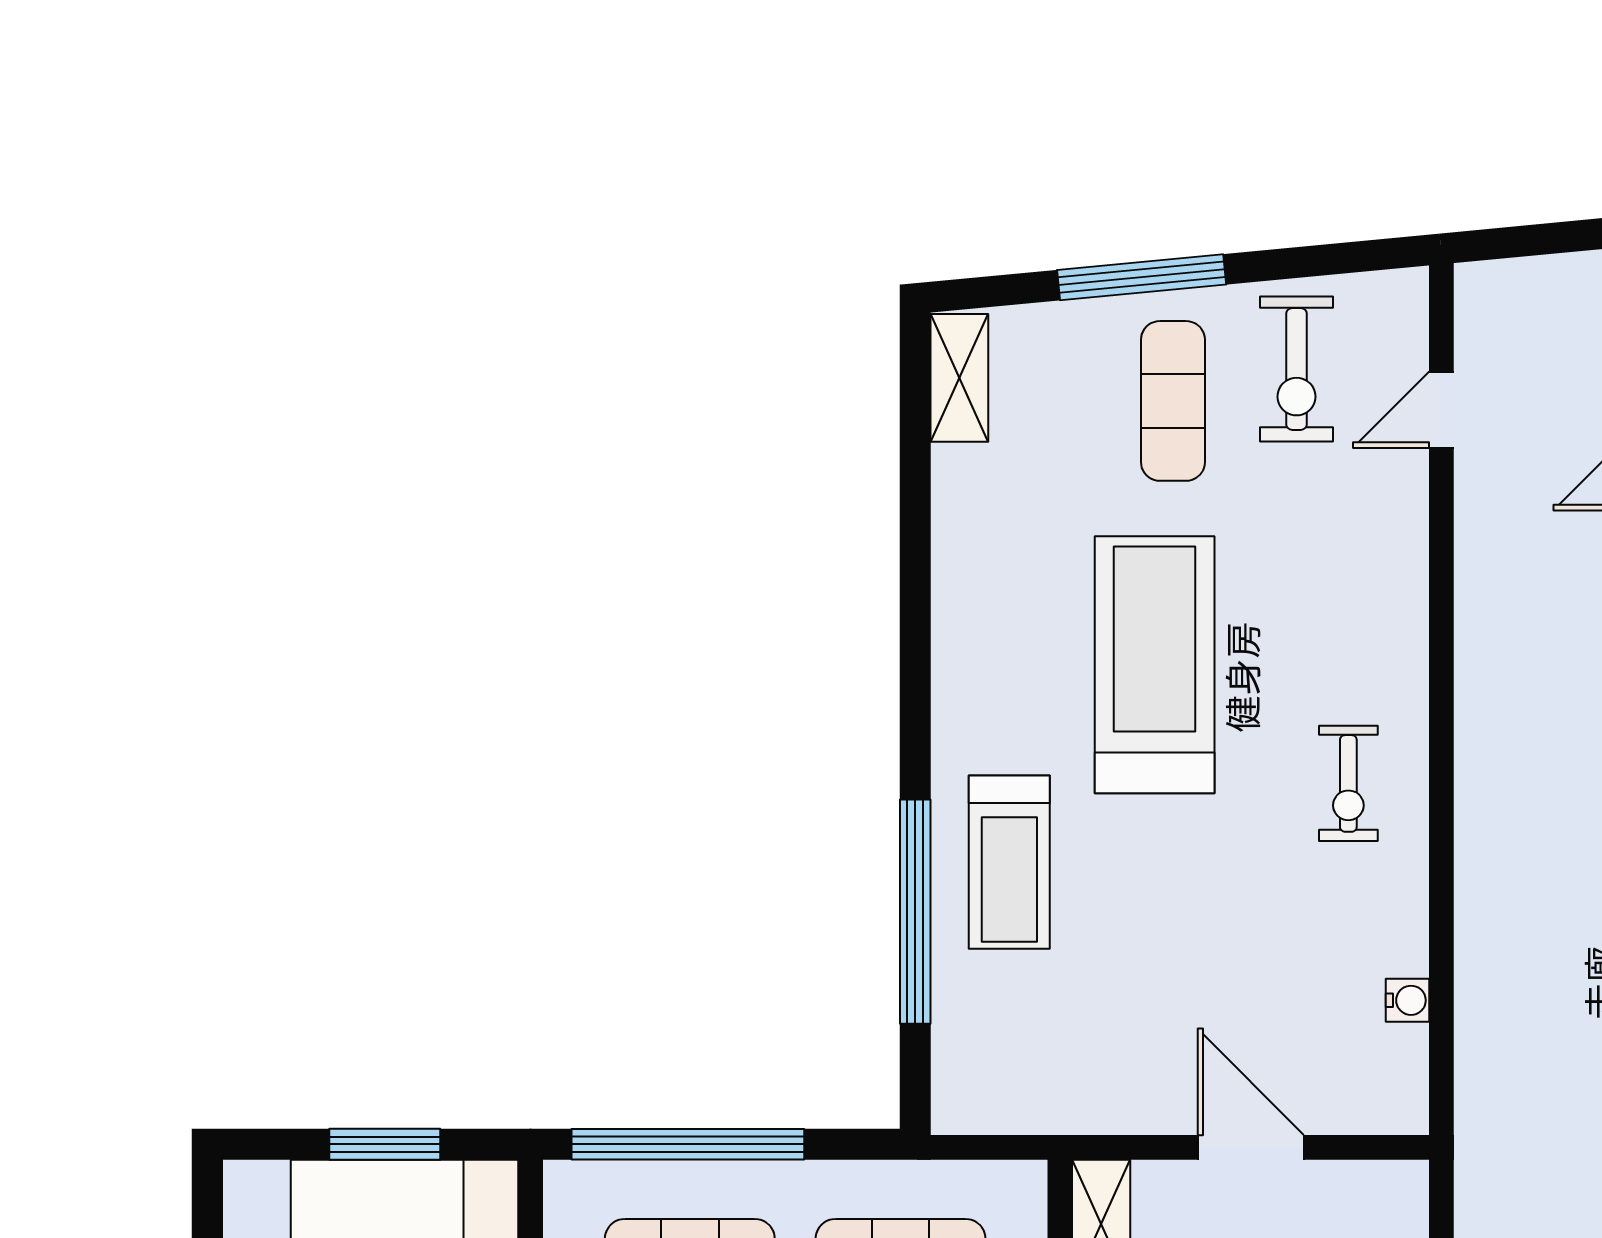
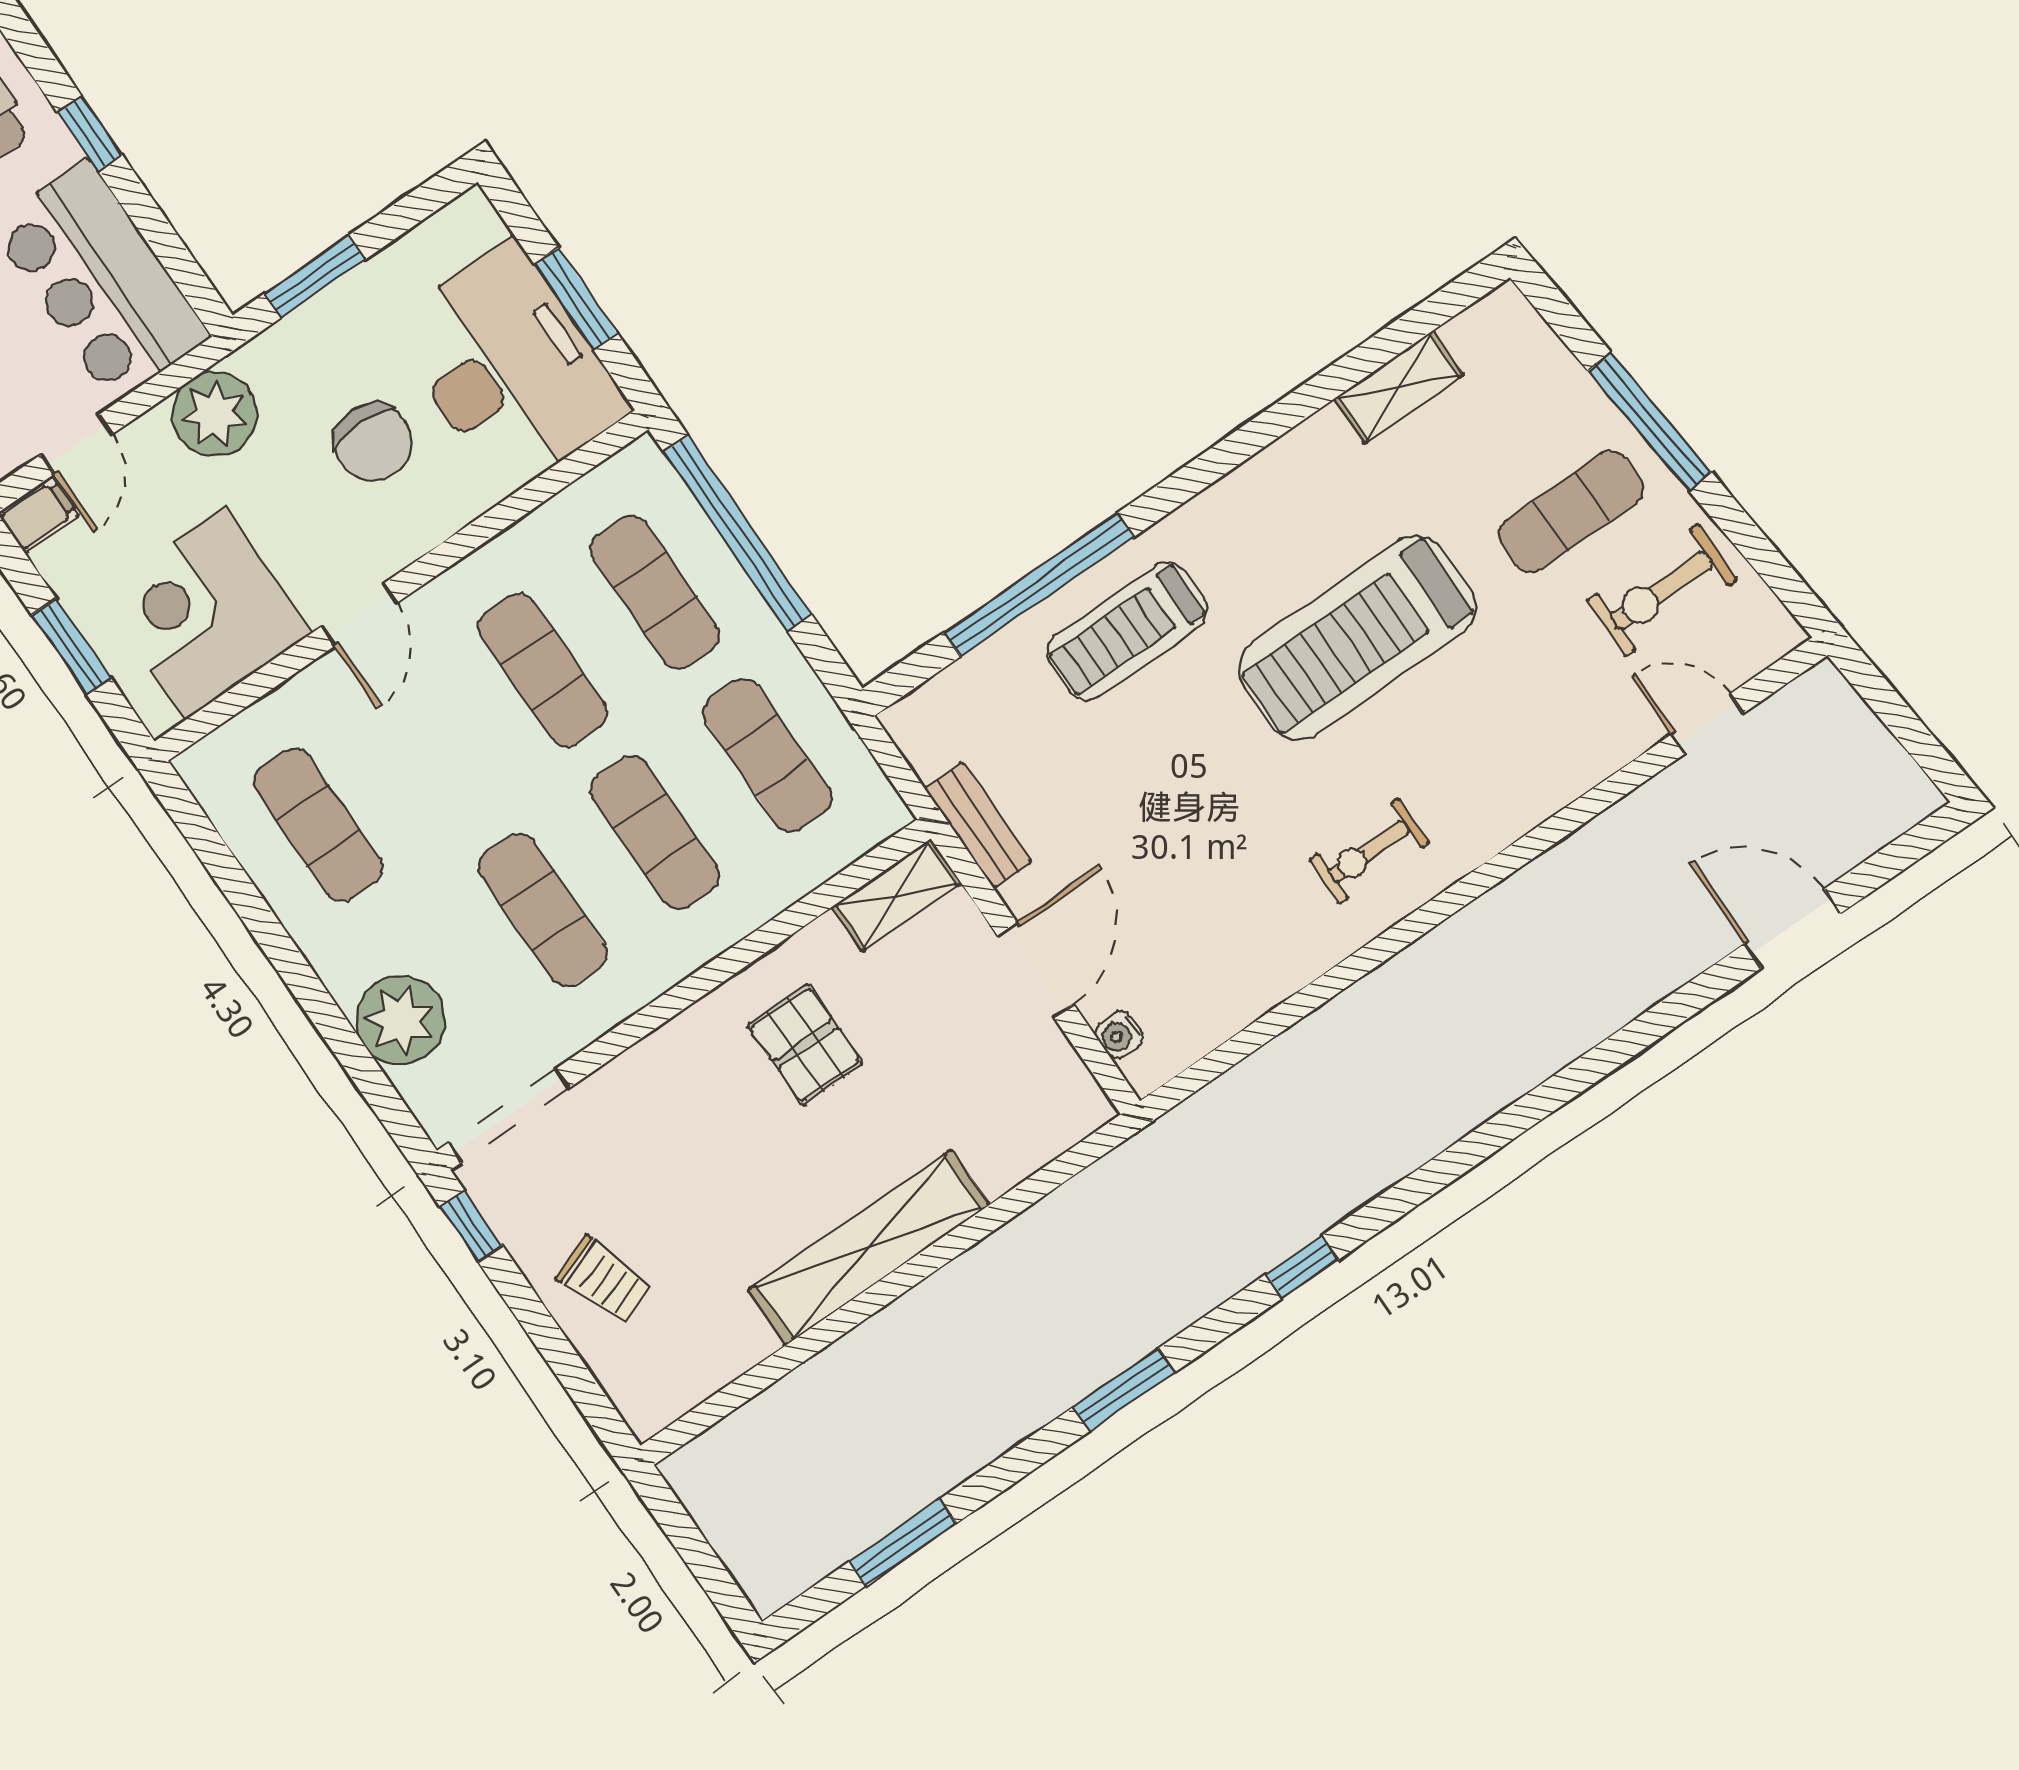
shelving: (959, 378) -> (1399, 387), moved
treadmill: (1155, 665) -> (1357, 638), turned 180
water cooler: (1408, 1000) -> (1119, 1035), moved, turned 90
bench: (1089, 1110) -> (978, 825), added

